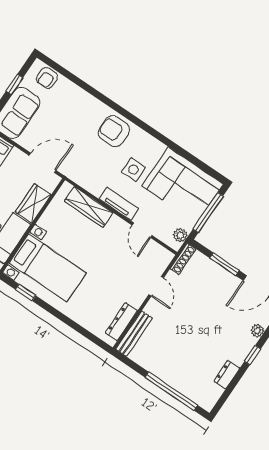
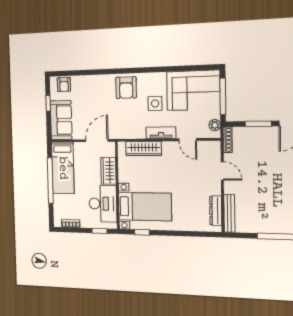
armchair: (114, 131) -> (126, 88), turned -90

